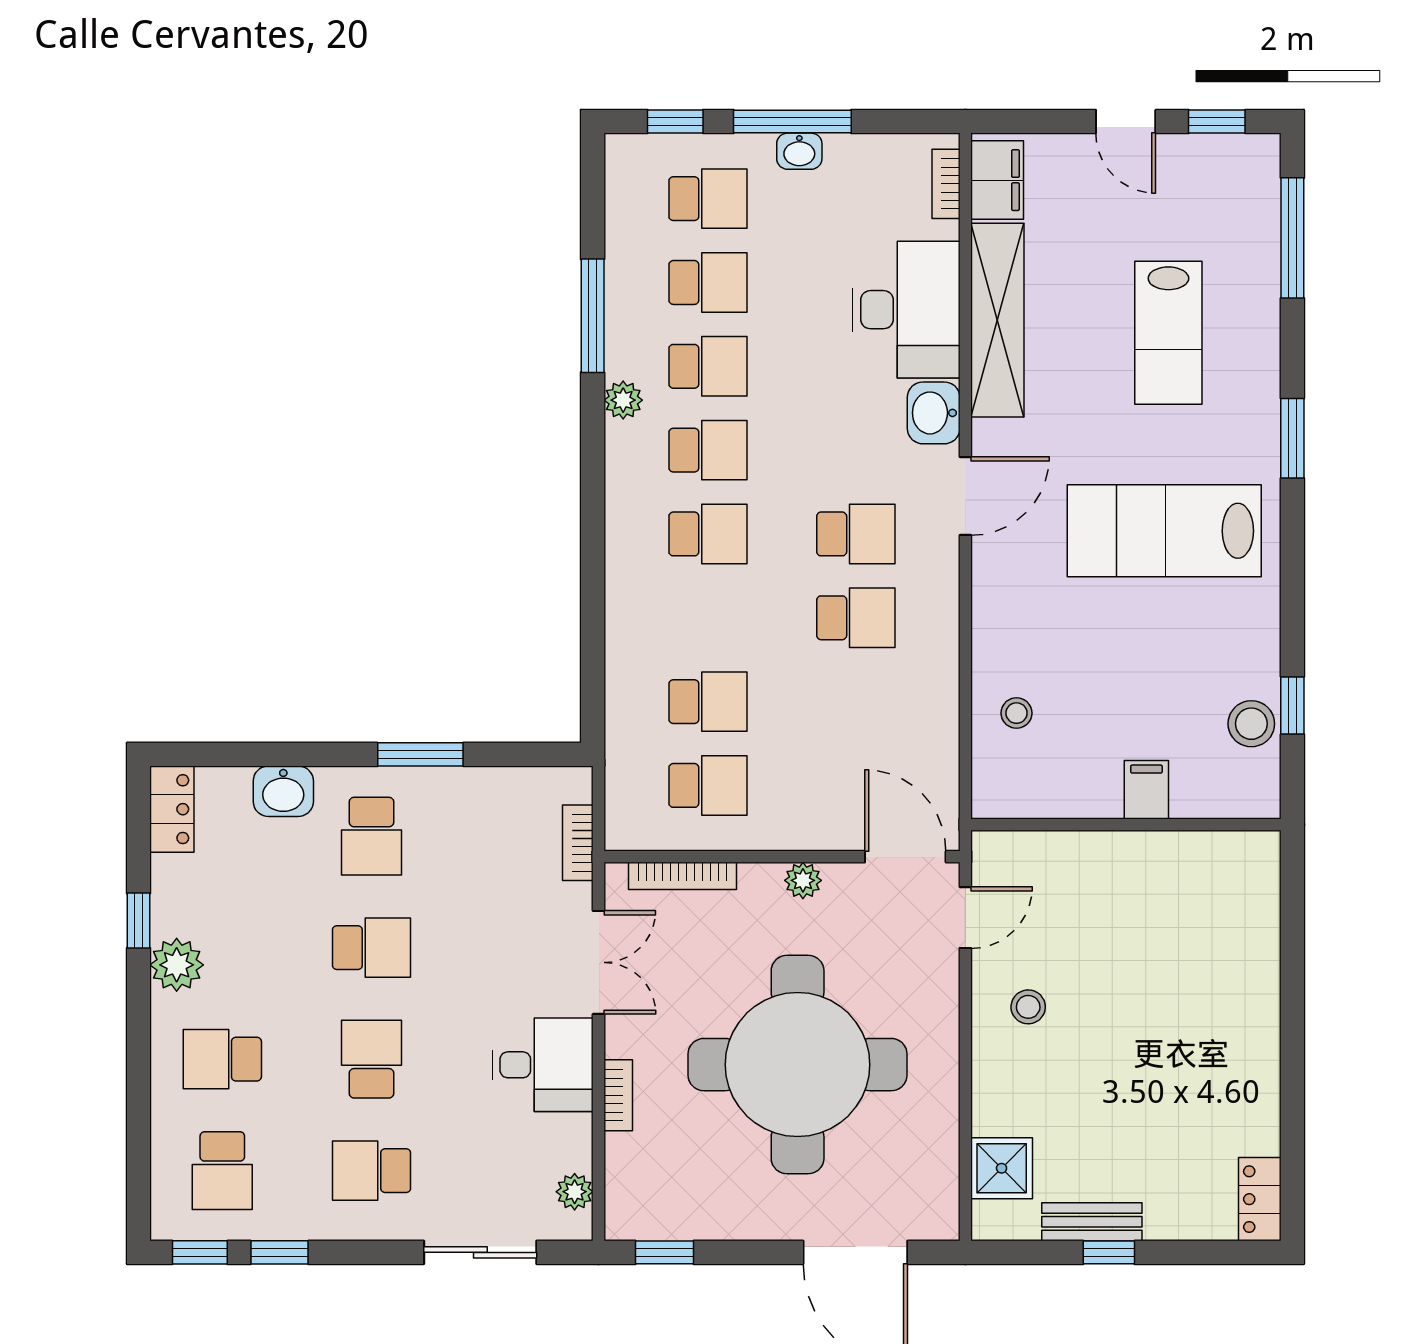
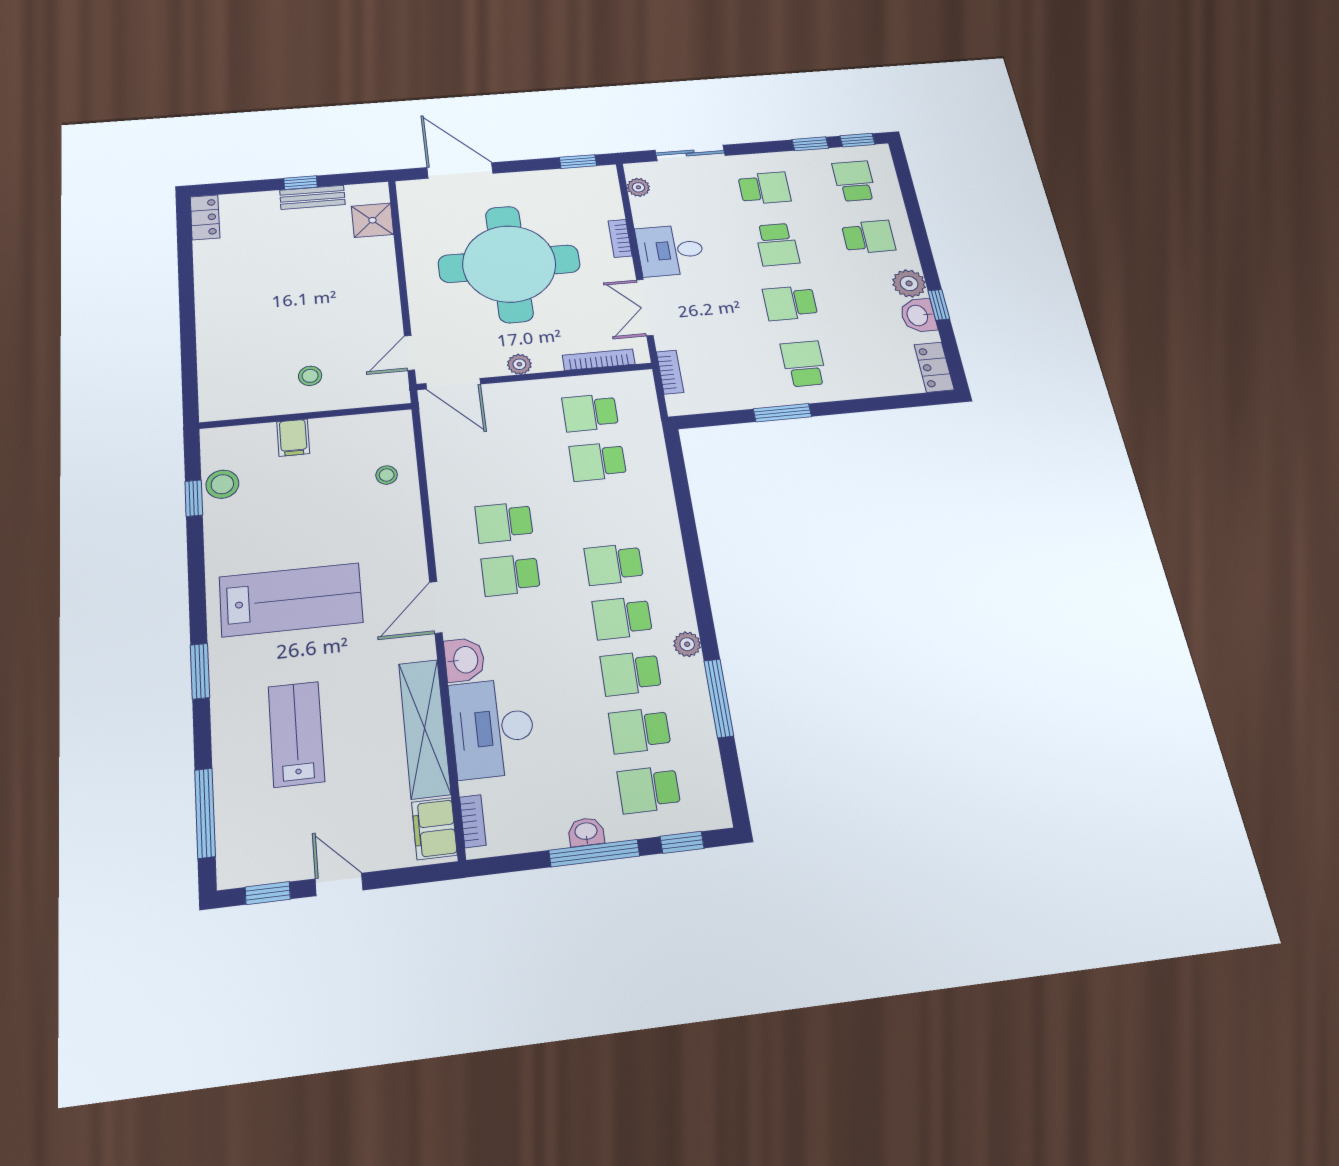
washbasin: (283, 791) -> (918, 315), moved, turned -90
stool: (1028, 1007) -> (310, 376), moved

